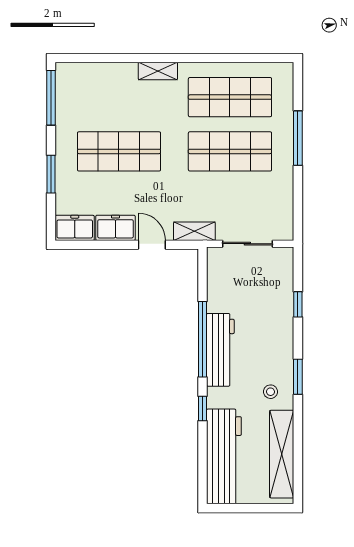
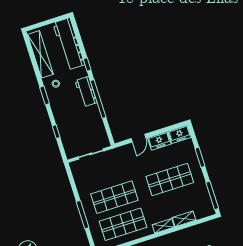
shelving: (194, 231) -> (184, 219), moved
door: (152, 245) -> (138, 138), hinge flipped
workbench: (220, 350) -> (86, 92), width x0.73

